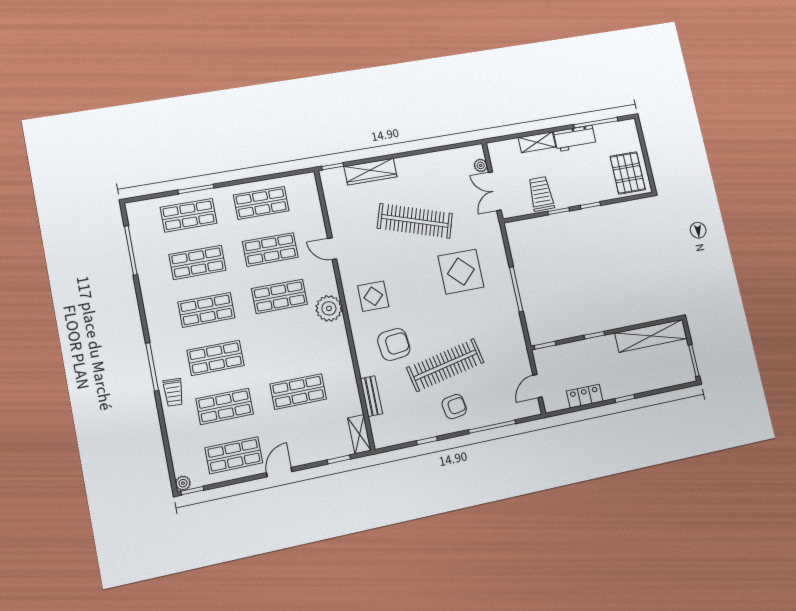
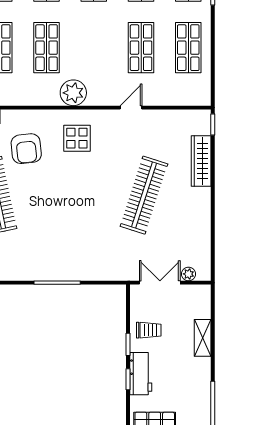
workbench: (575, 138) -> (141, 374), moved, turned 180
trolley: (541, 194) -> (149, 330), width x0.73, depth x0.72
display table: (461, 272) -> (85, 230), removed
shop shelf: (280, 296) -> (47, 48), moved

